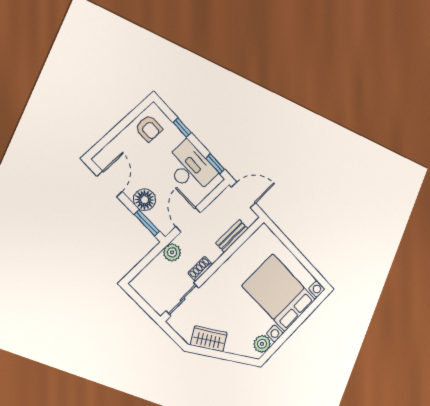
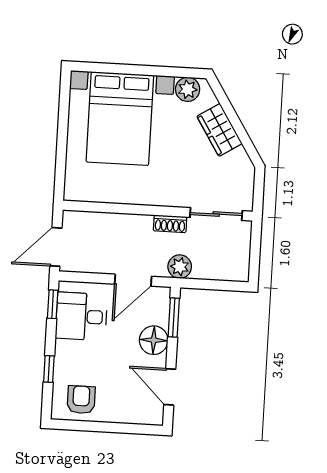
desk: (190, 168) -> (81, 316), width x0.73
door: (110, 184) -> (170, 387), hinge flipped
door: (244, 195) -> (56, 247), hinge flipped
bench: (232, 236) -> (108, 221), removed
wardrobe: (209, 339) -> (219, 130), moved

